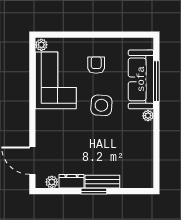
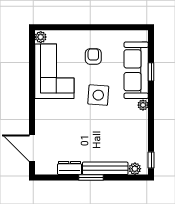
window: (156, 81) -> (151, 72), width x0.46
window: (156, 173) -> (151, 160), added
plant: (52, 182) -> (135, 169), moved
bench: (102, 182) -> (105, 168), width x1.36

